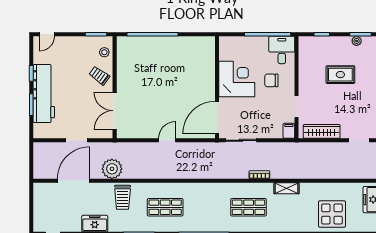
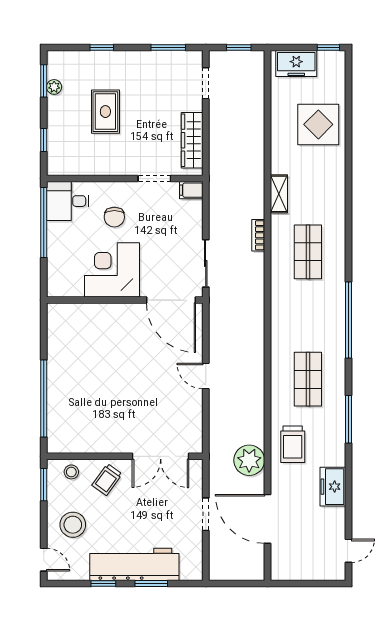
stool: (70, 53) -> (73, 525), added
trolley: (123, 197) -> (293, 444), turned 90

